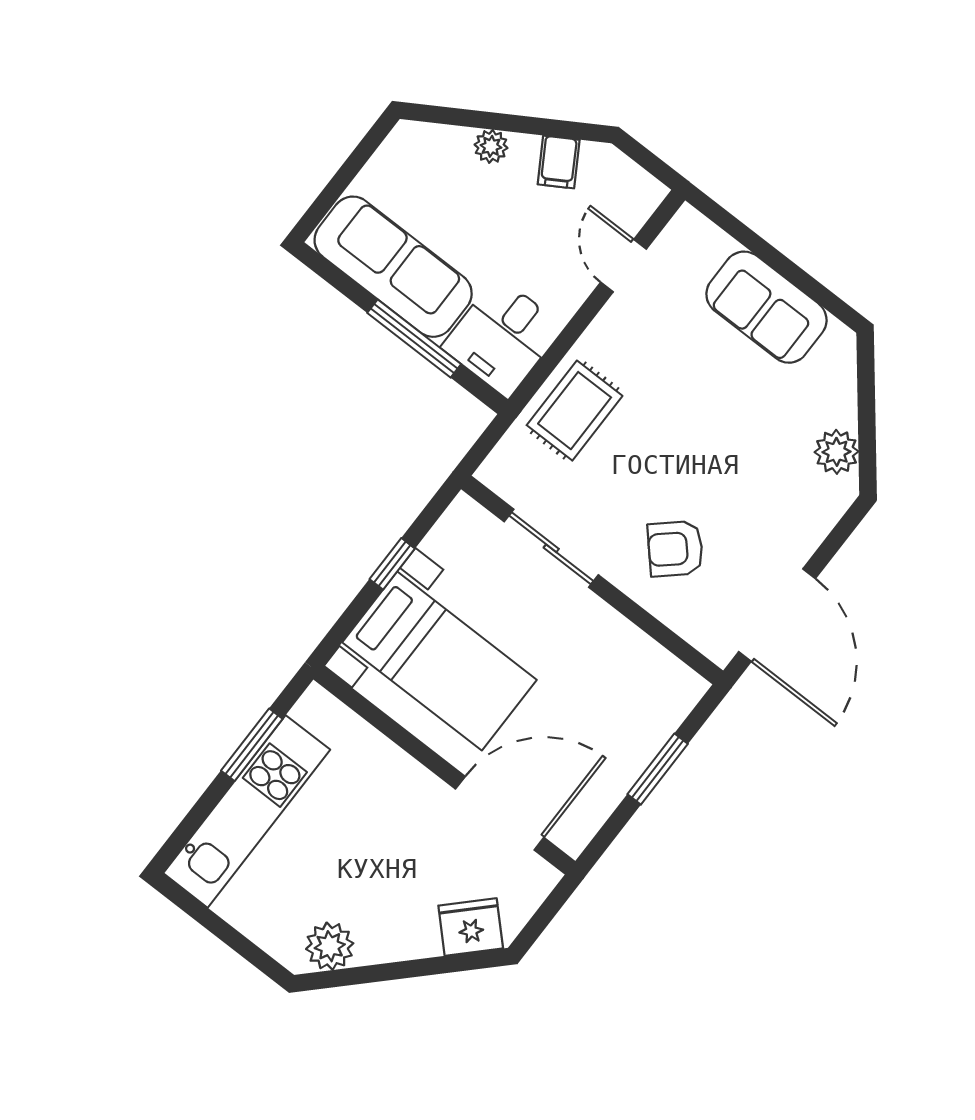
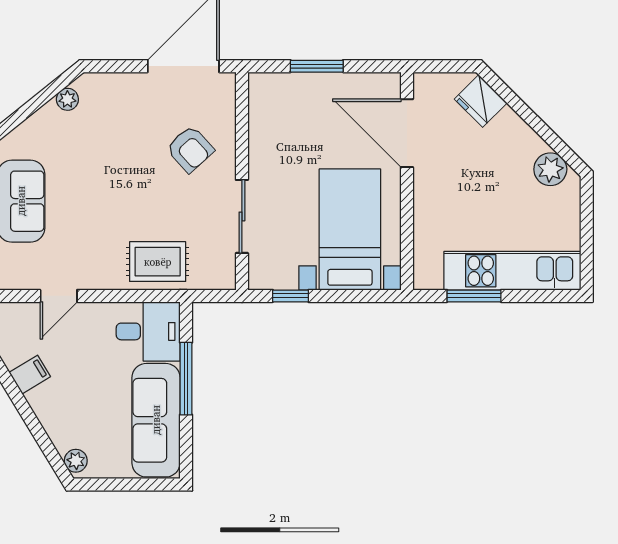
plant: (491, 146) -> (76, 461), moved
plant: (837, 452) -> (67, 99), width x0.73, depth x0.73
window: (392, 564) -> (291, 296), moved

